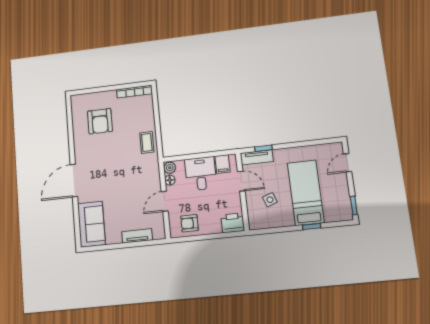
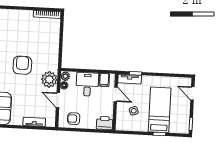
armchair: (100, 121) -> (22, 65), moved, turned 180
coffee table: (147, 142) -> (51, 55), removed
door: (348, 163) -> (192, 93), hinge flipped
plant: (149, 175) -> (49, 79), added
door: (165, 201) -> (58, 100), hinge flipped

